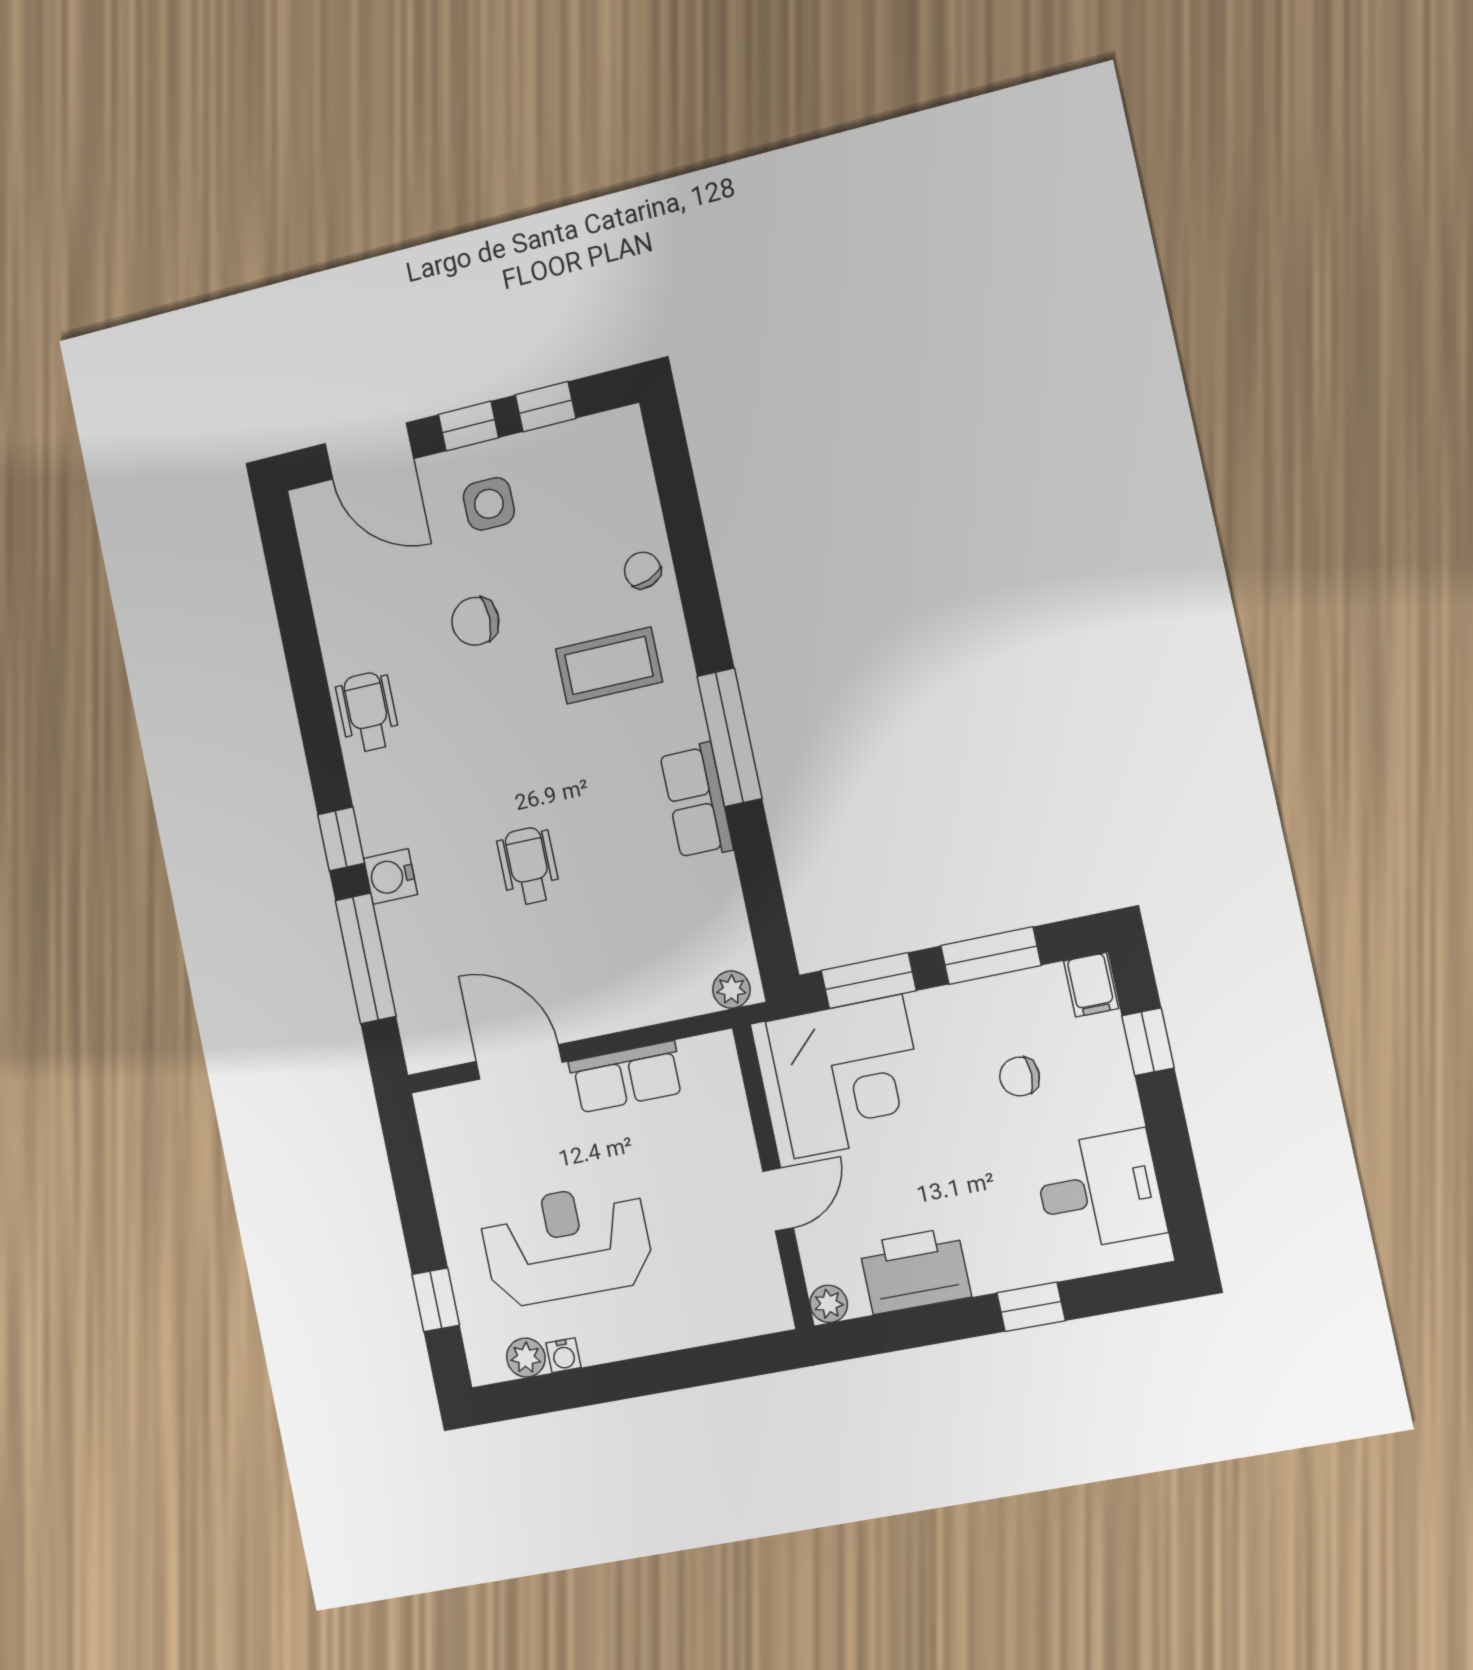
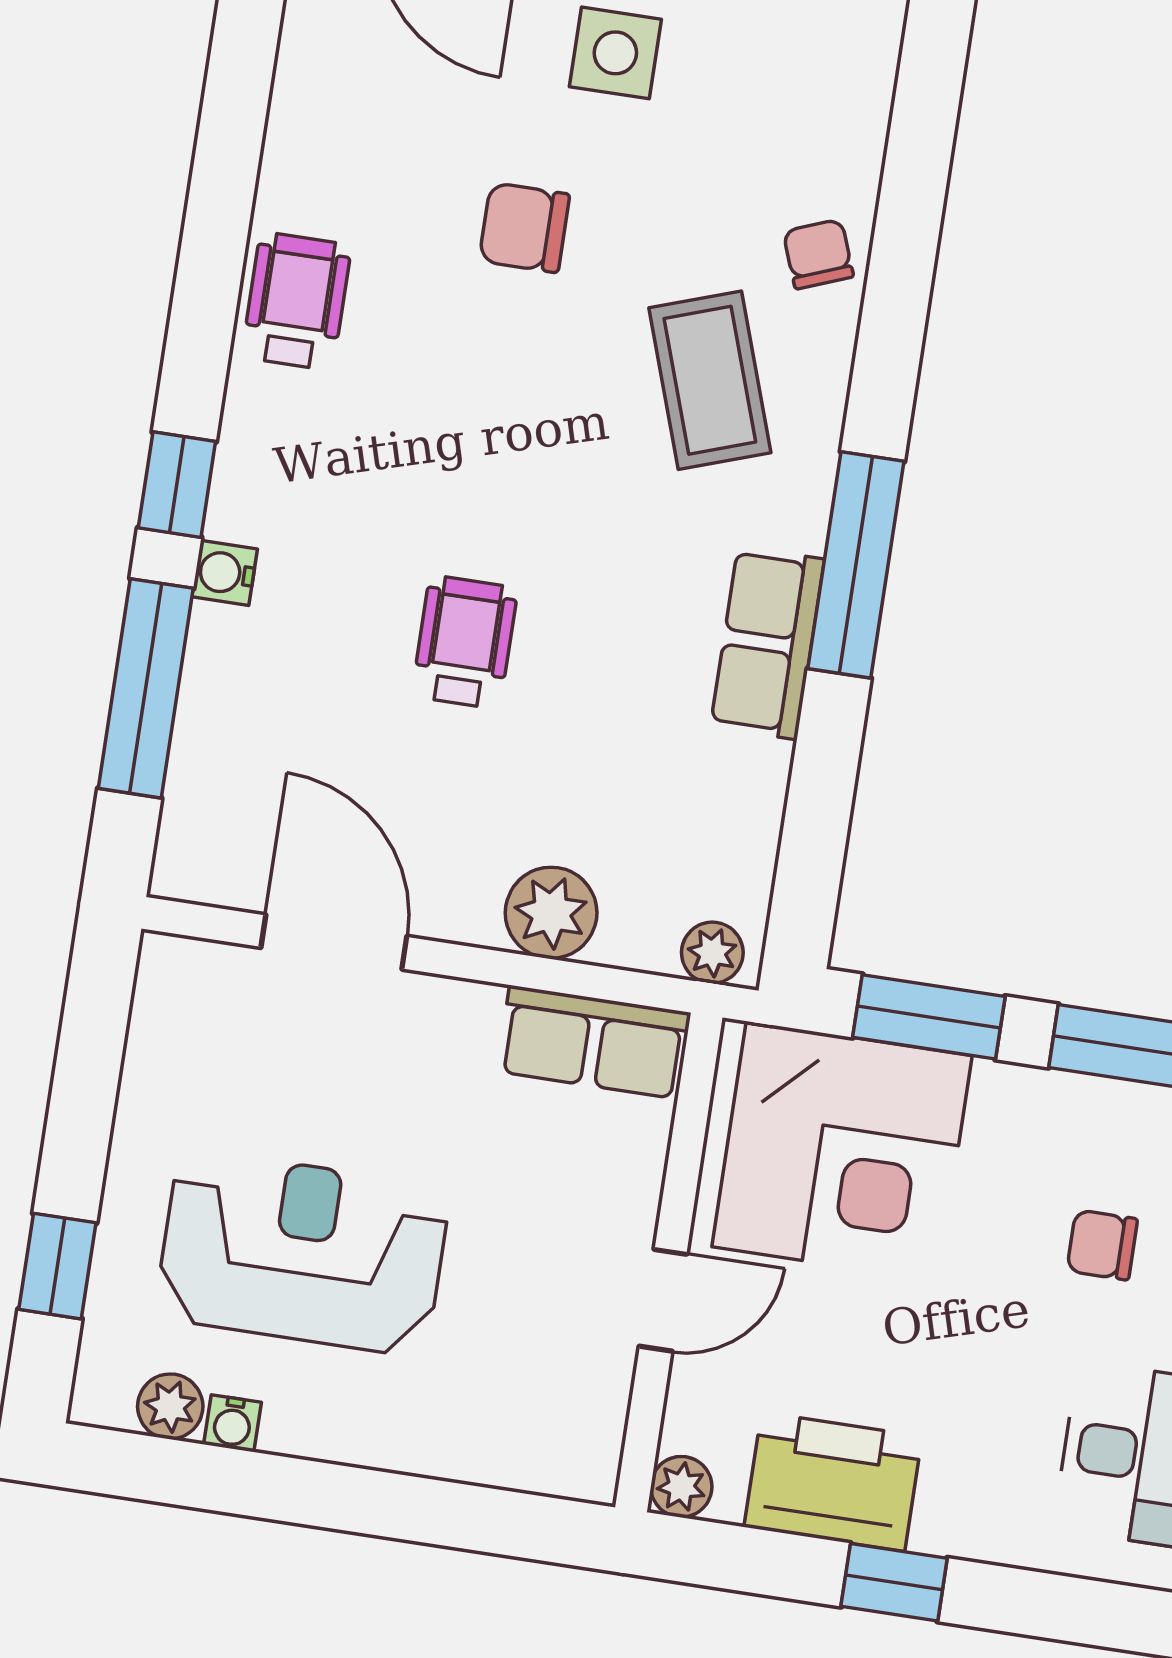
coffee table: (609, 665) -> (710, 380), turned 71
water cooler: (391, 876) -> (225, 573), width x0.72, depth x0.72
plant: (633, 1001) -> (551, 913), added
row of seats: (626, 1077) -> (594, 1042), moved
window: (1031, 1307) -> (894, 1582), moved

